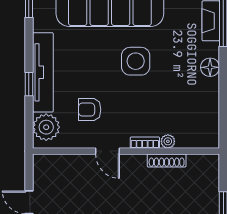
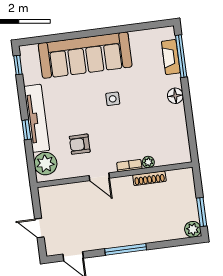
side table: (136, 61) -> (113, 99), width x0.54, depth x0.54

